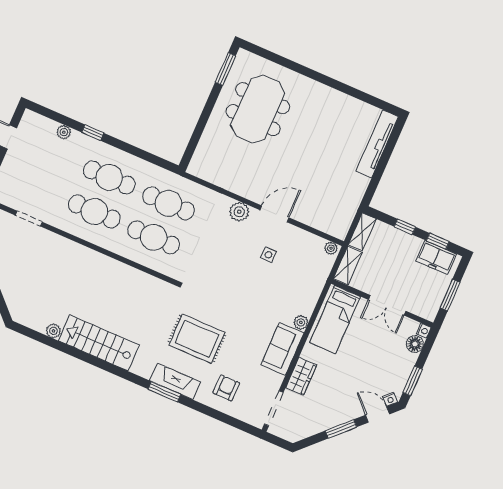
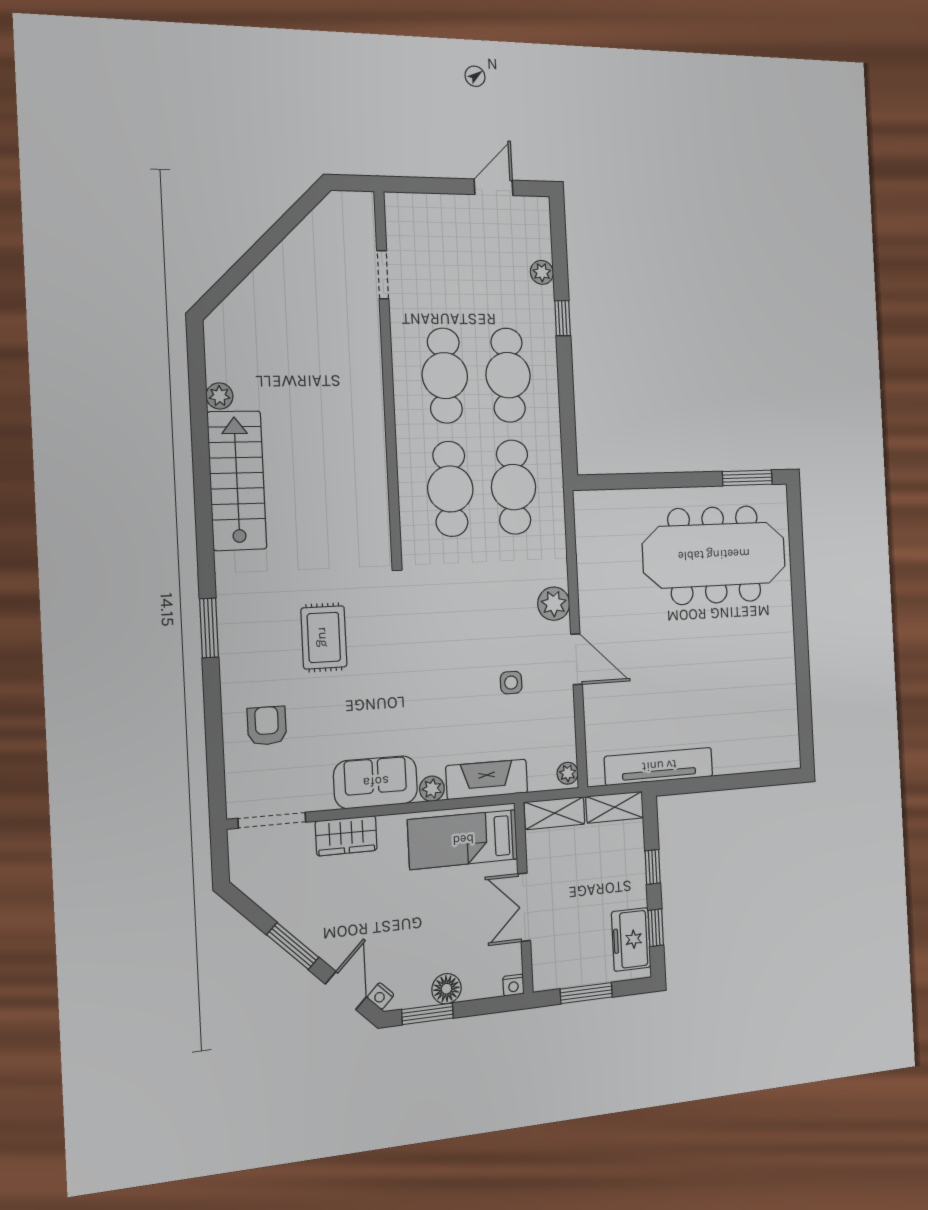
meeting table: (258, 109) -> (714, 555), width x1.36
tv unit: (377, 144) -> (659, 766), moved
rug: (197, 339) -> (324, 637), width x0.73, depth x0.70
floor lamp: (415, 344) -> (446, 989), moved
fireplace: (175, 381) -> (487, 779), moved, turned -90
armchair: (226, 388) -> (267, 726), turned -90

